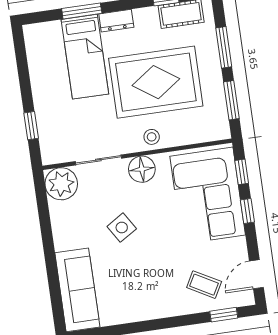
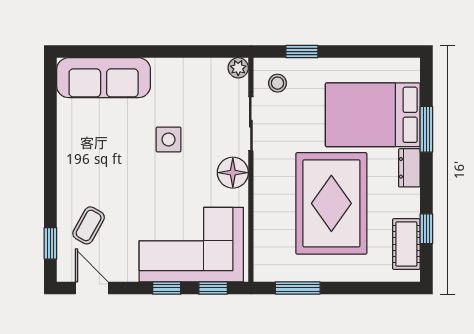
window: (224, 47) -> (360, 288), removed
bed: (85, 57) -> (373, 115), width x1.50
stool: (152, 137) -> (278, 83), moved
plant: (61, 184) -> (238, 68), width x0.53, depth x0.53
side table: (122, 228) -> (169, 140), turned 32

